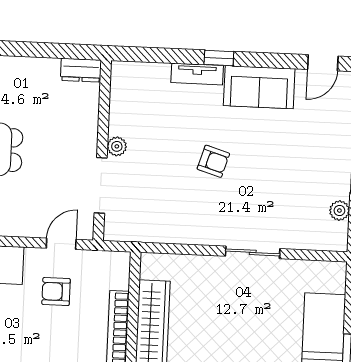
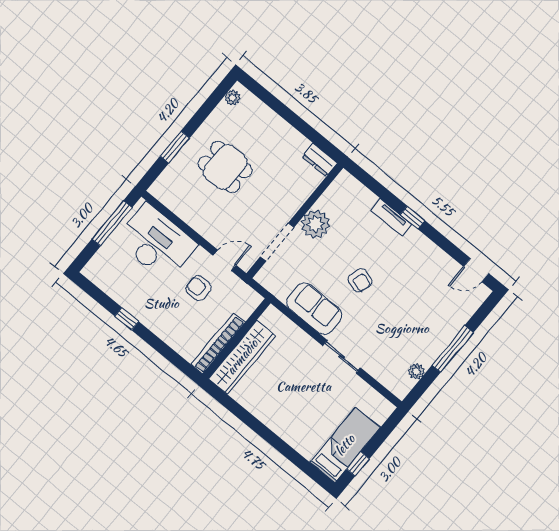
sofa: (259, 87) -> (314, 309), moved, turned 180
plant: (117, 146) -> (316, 224), width x1.88, depth x1.88

